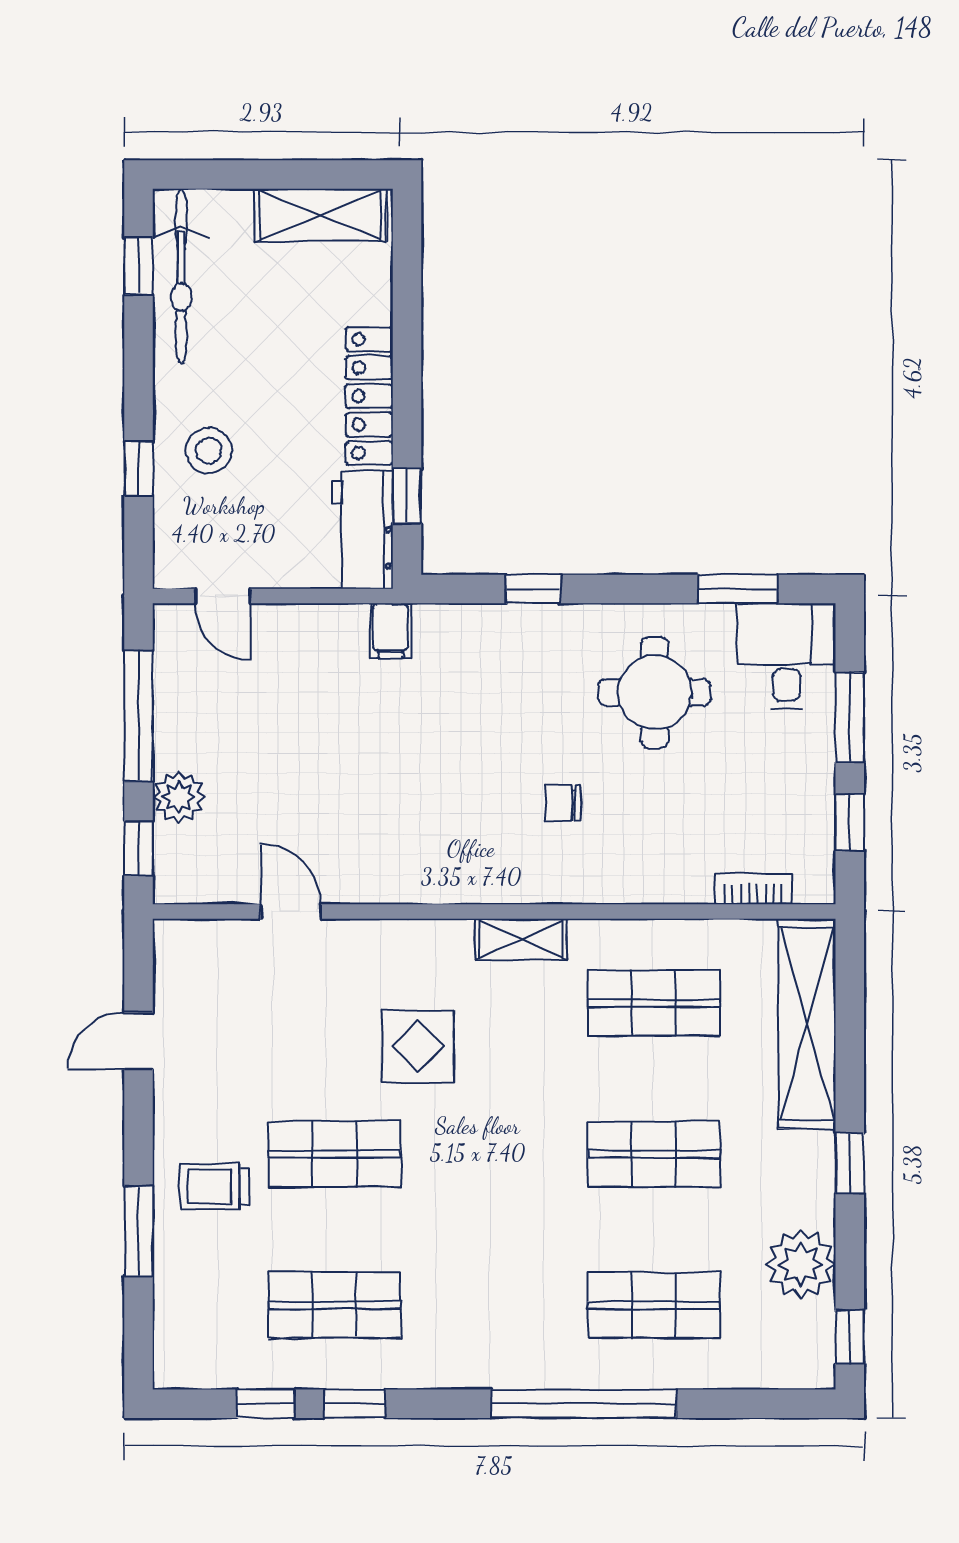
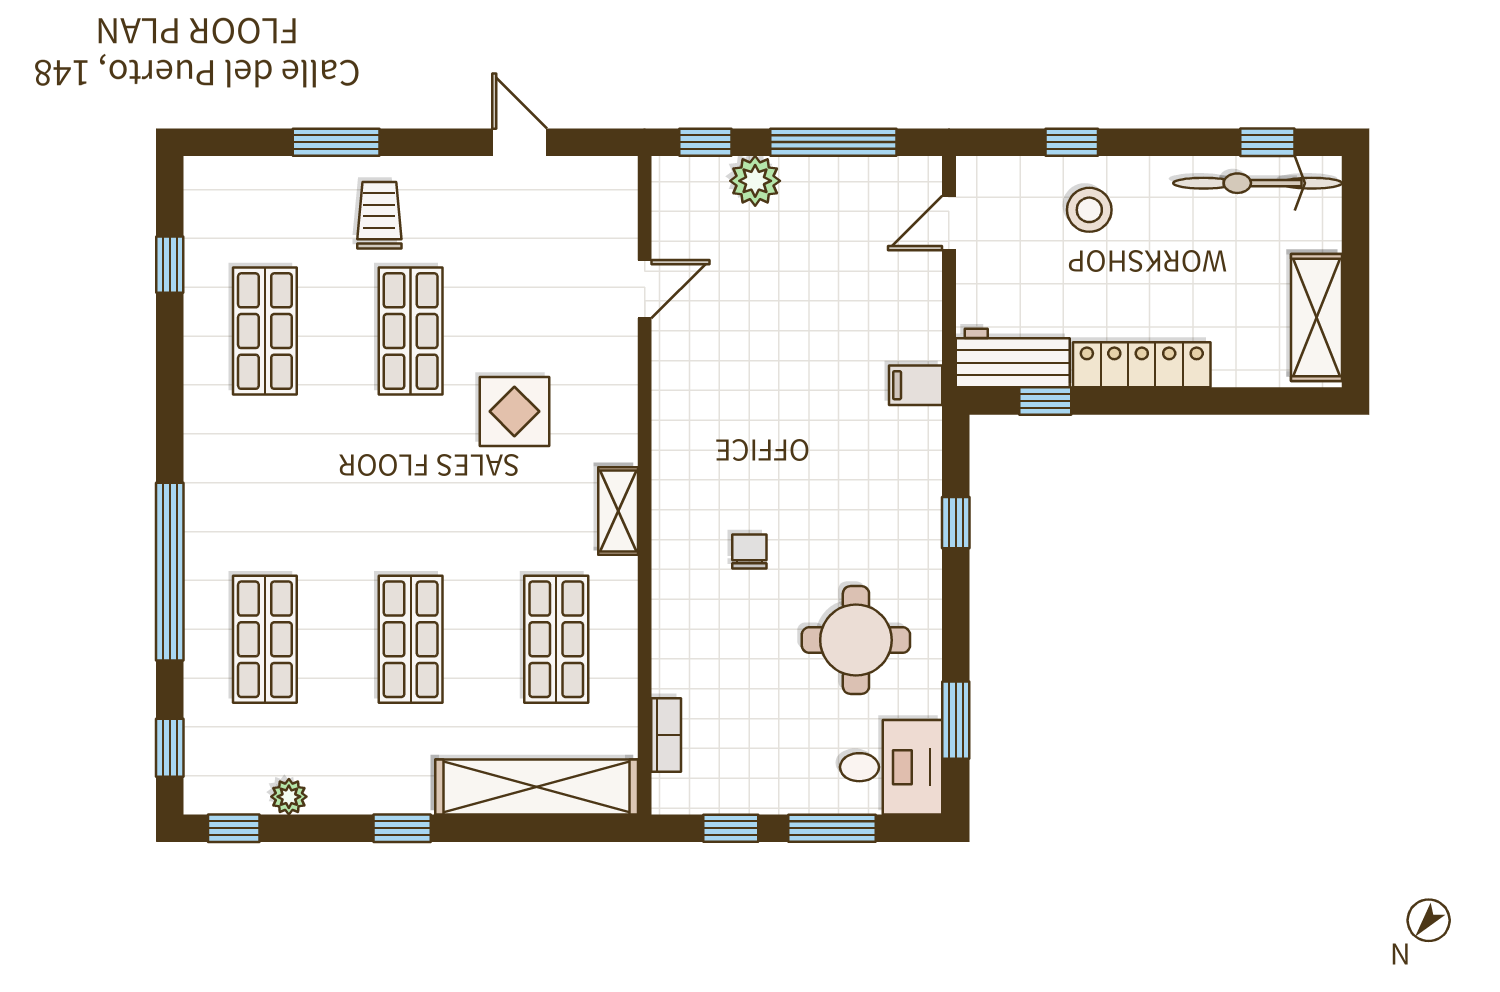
plant: (801, 1264) -> (289, 797), width x0.53, depth x0.53
window: (354, 1404) -> (170, 748), moved

